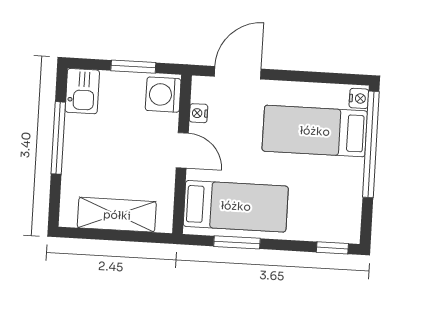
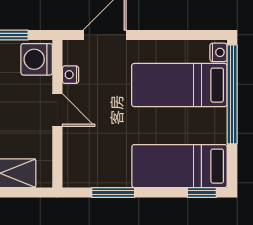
bed: (236, 206) -> (179, 166), moved, turned 180

